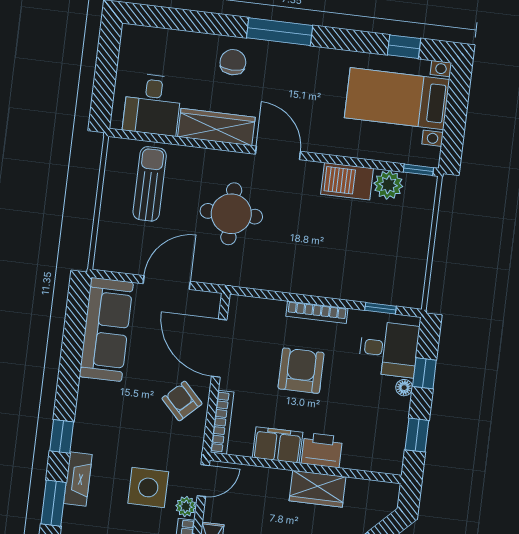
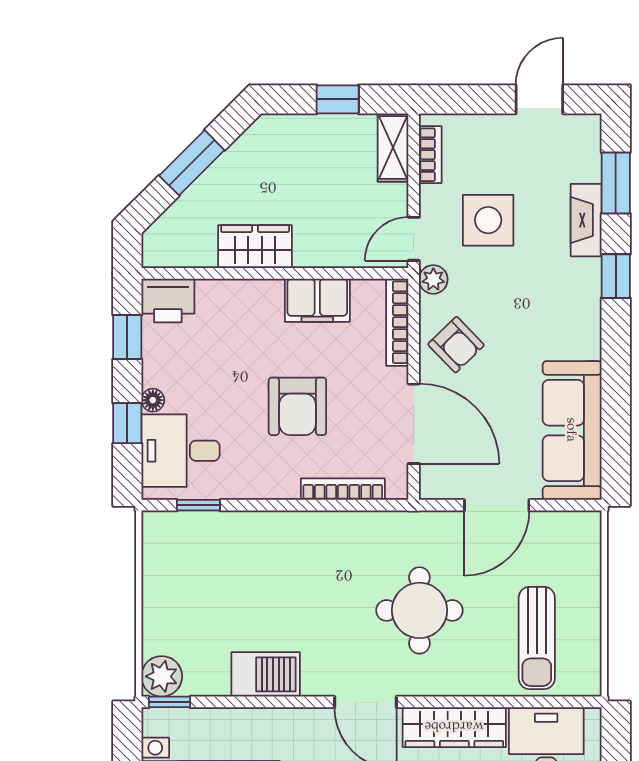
plant: (388, 185) -> (162, 676), moved
bookcase: (317, 312) -> (343, 489), moved
printer: (322, 450) -> (168, 300), moved
plant: (186, 506) -> (433, 279), moved

